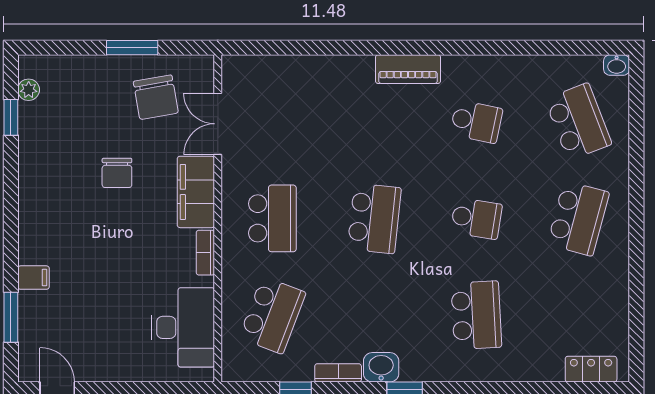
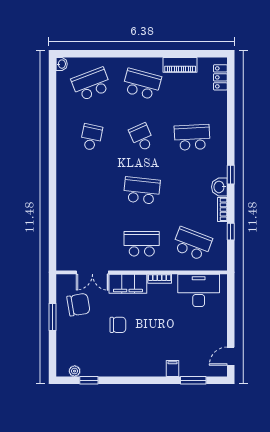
piano: (408, 69) -> (180, 65), moved, turned 90
school desk: (476, 218) -> (142, 137), turned -33

